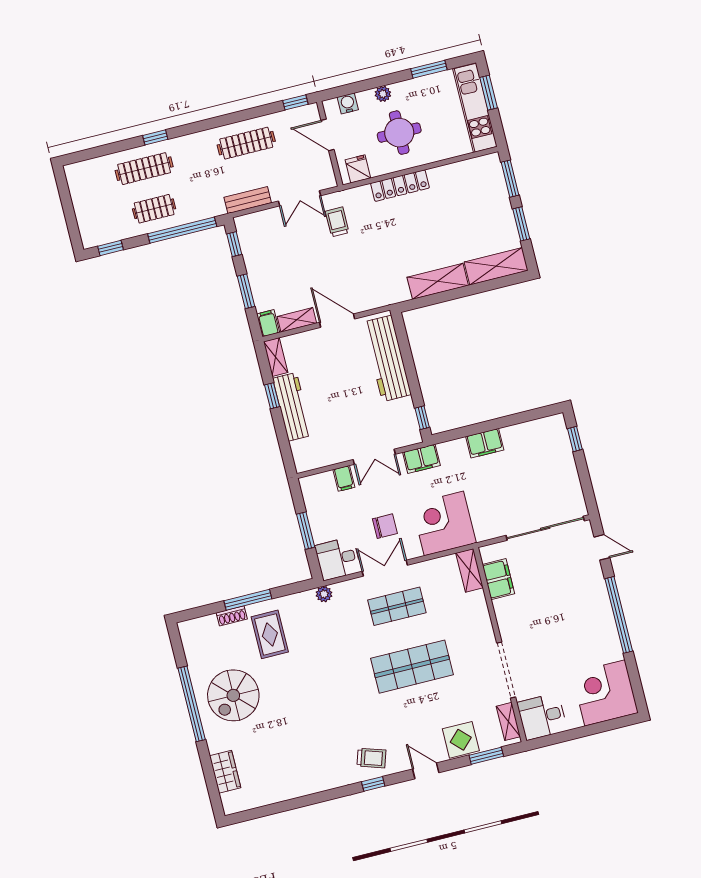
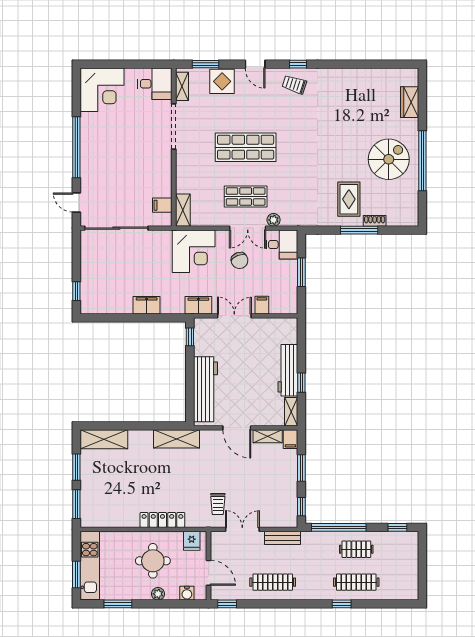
shelving: (438, 281) -> (177, 439), moved
chair: (385, 526) -> (240, 260), turned -112
filing cabinet: (498, 579) -> (162, 205), width x0.50
plant: (324, 594) -> (274, 220), moved

